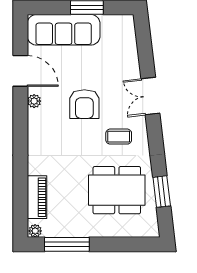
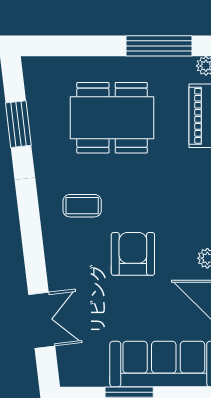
double door: (150, 96) -> (42, 320), moved
dining table: (117, 190) -> (112, 118), moved

